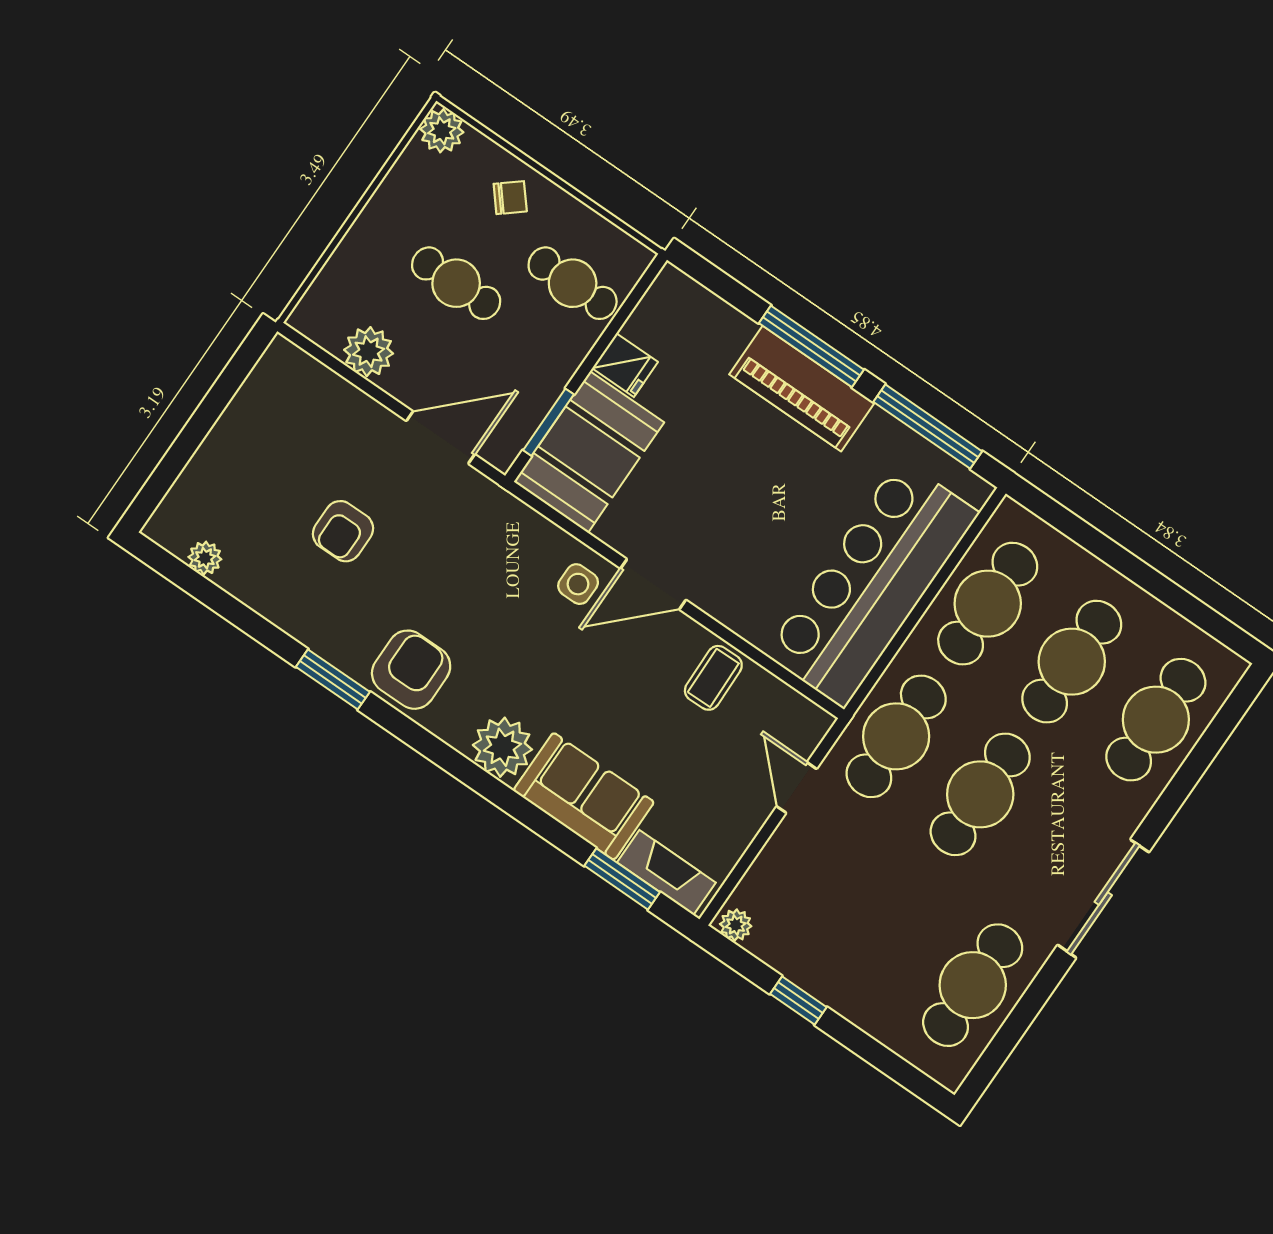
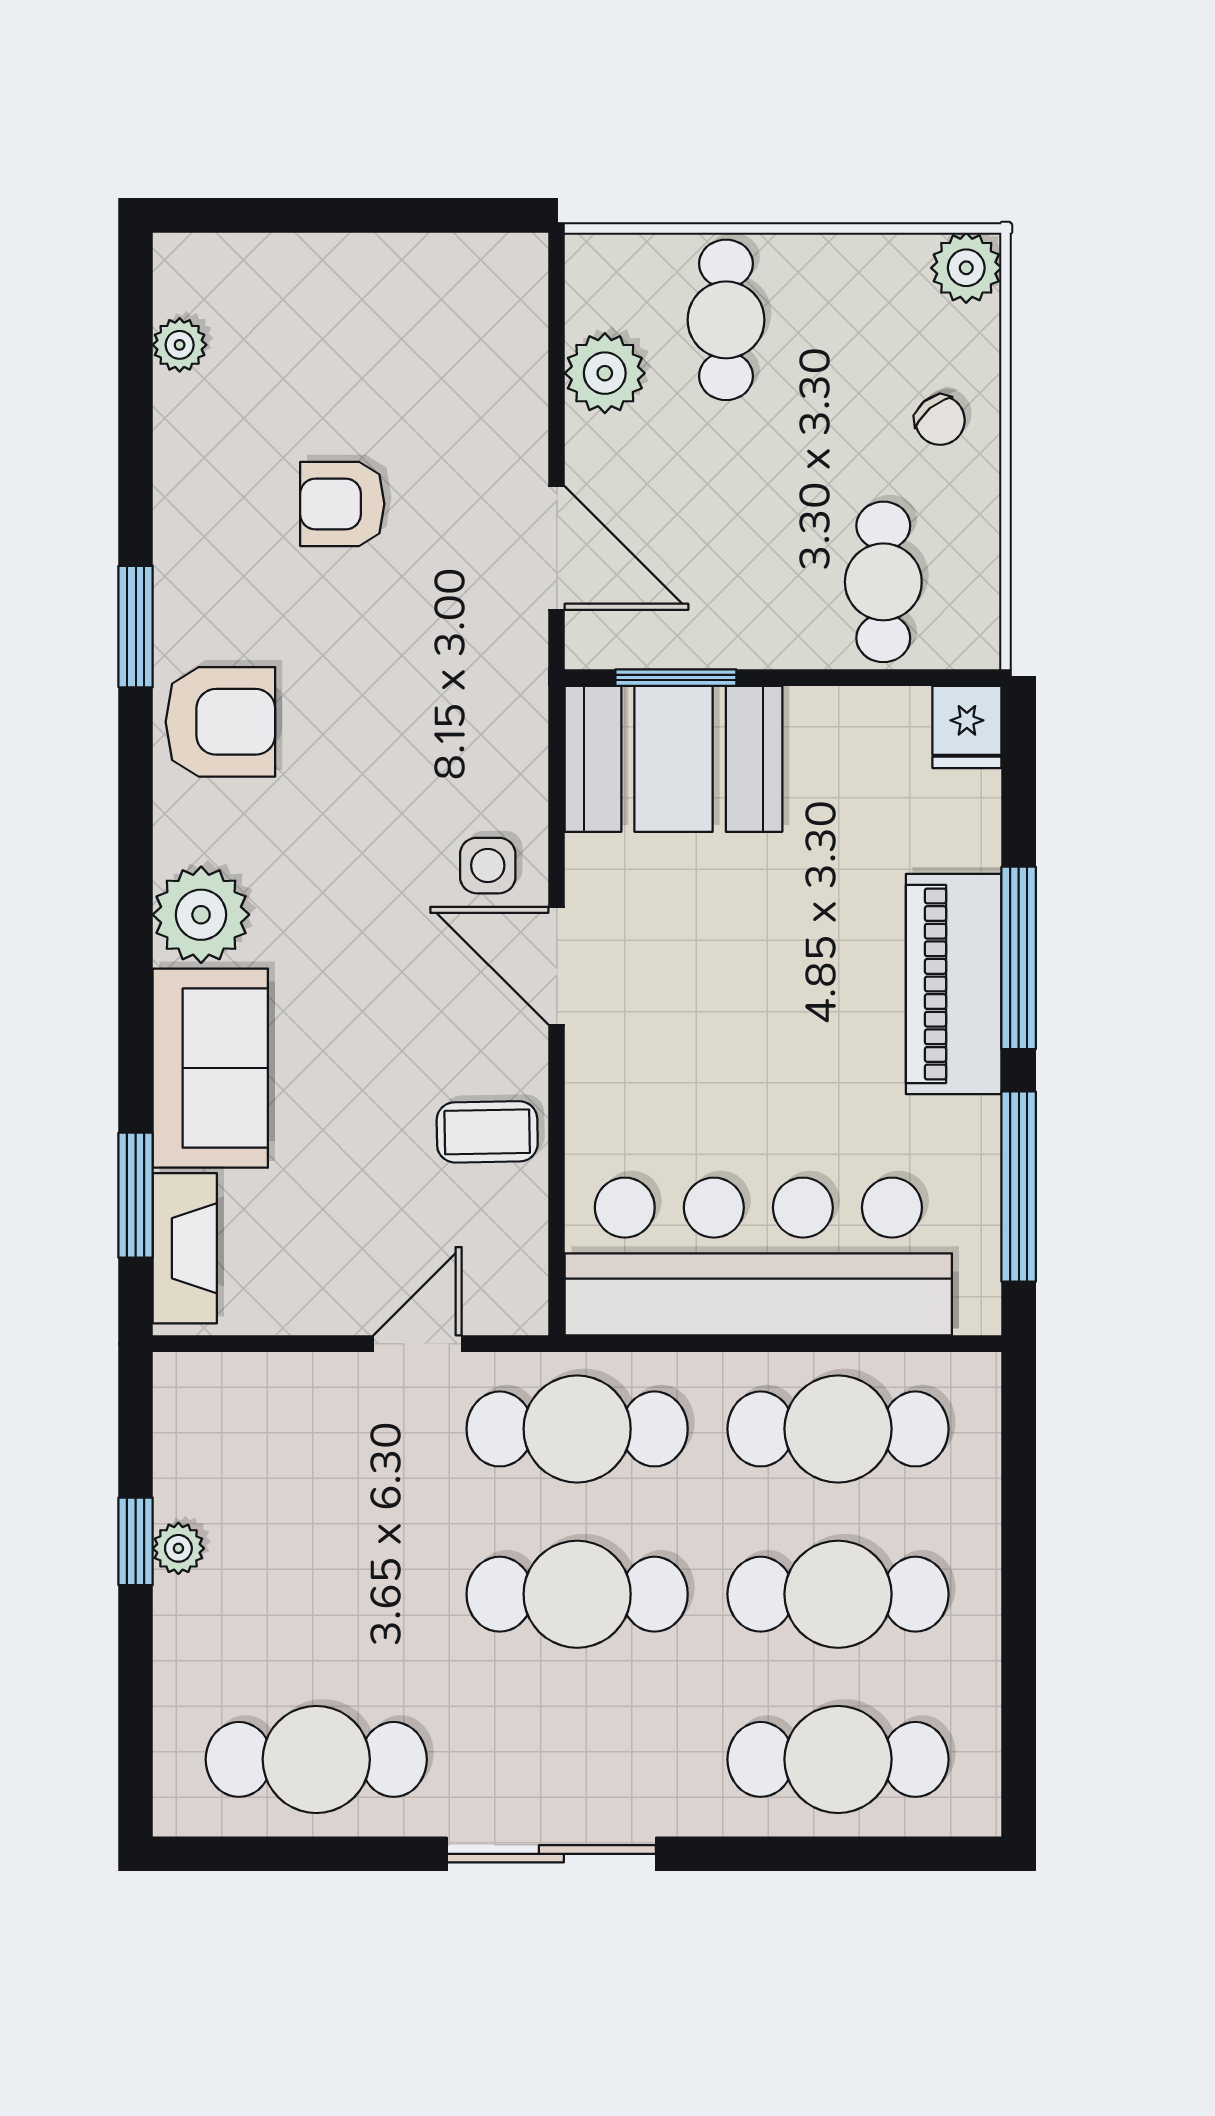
cafe table: (456, 283) -> (726, 320), moved
fridge: (625, 365) -> (967, 727), moved
plant: (736, 925) -> (178, 1548), moved

